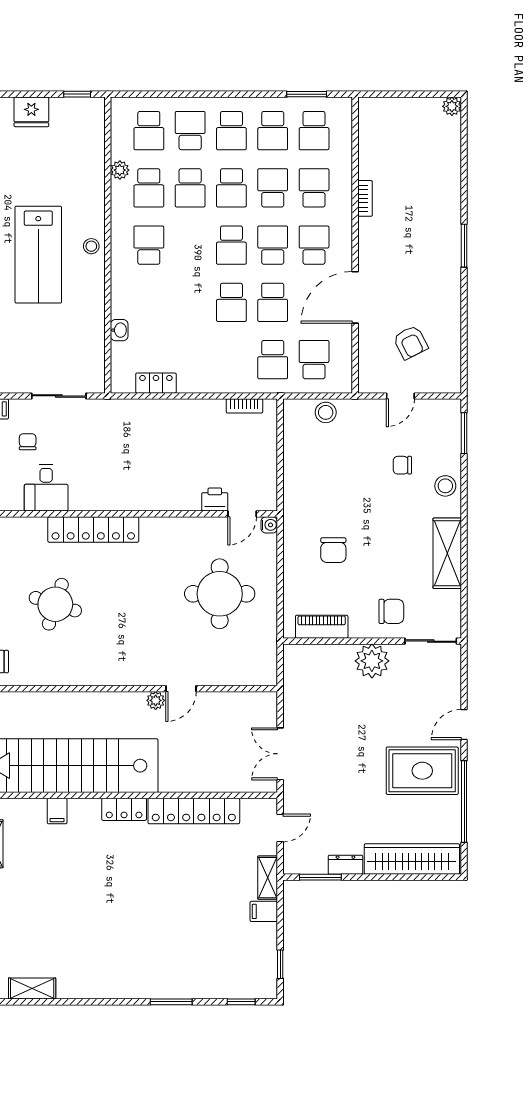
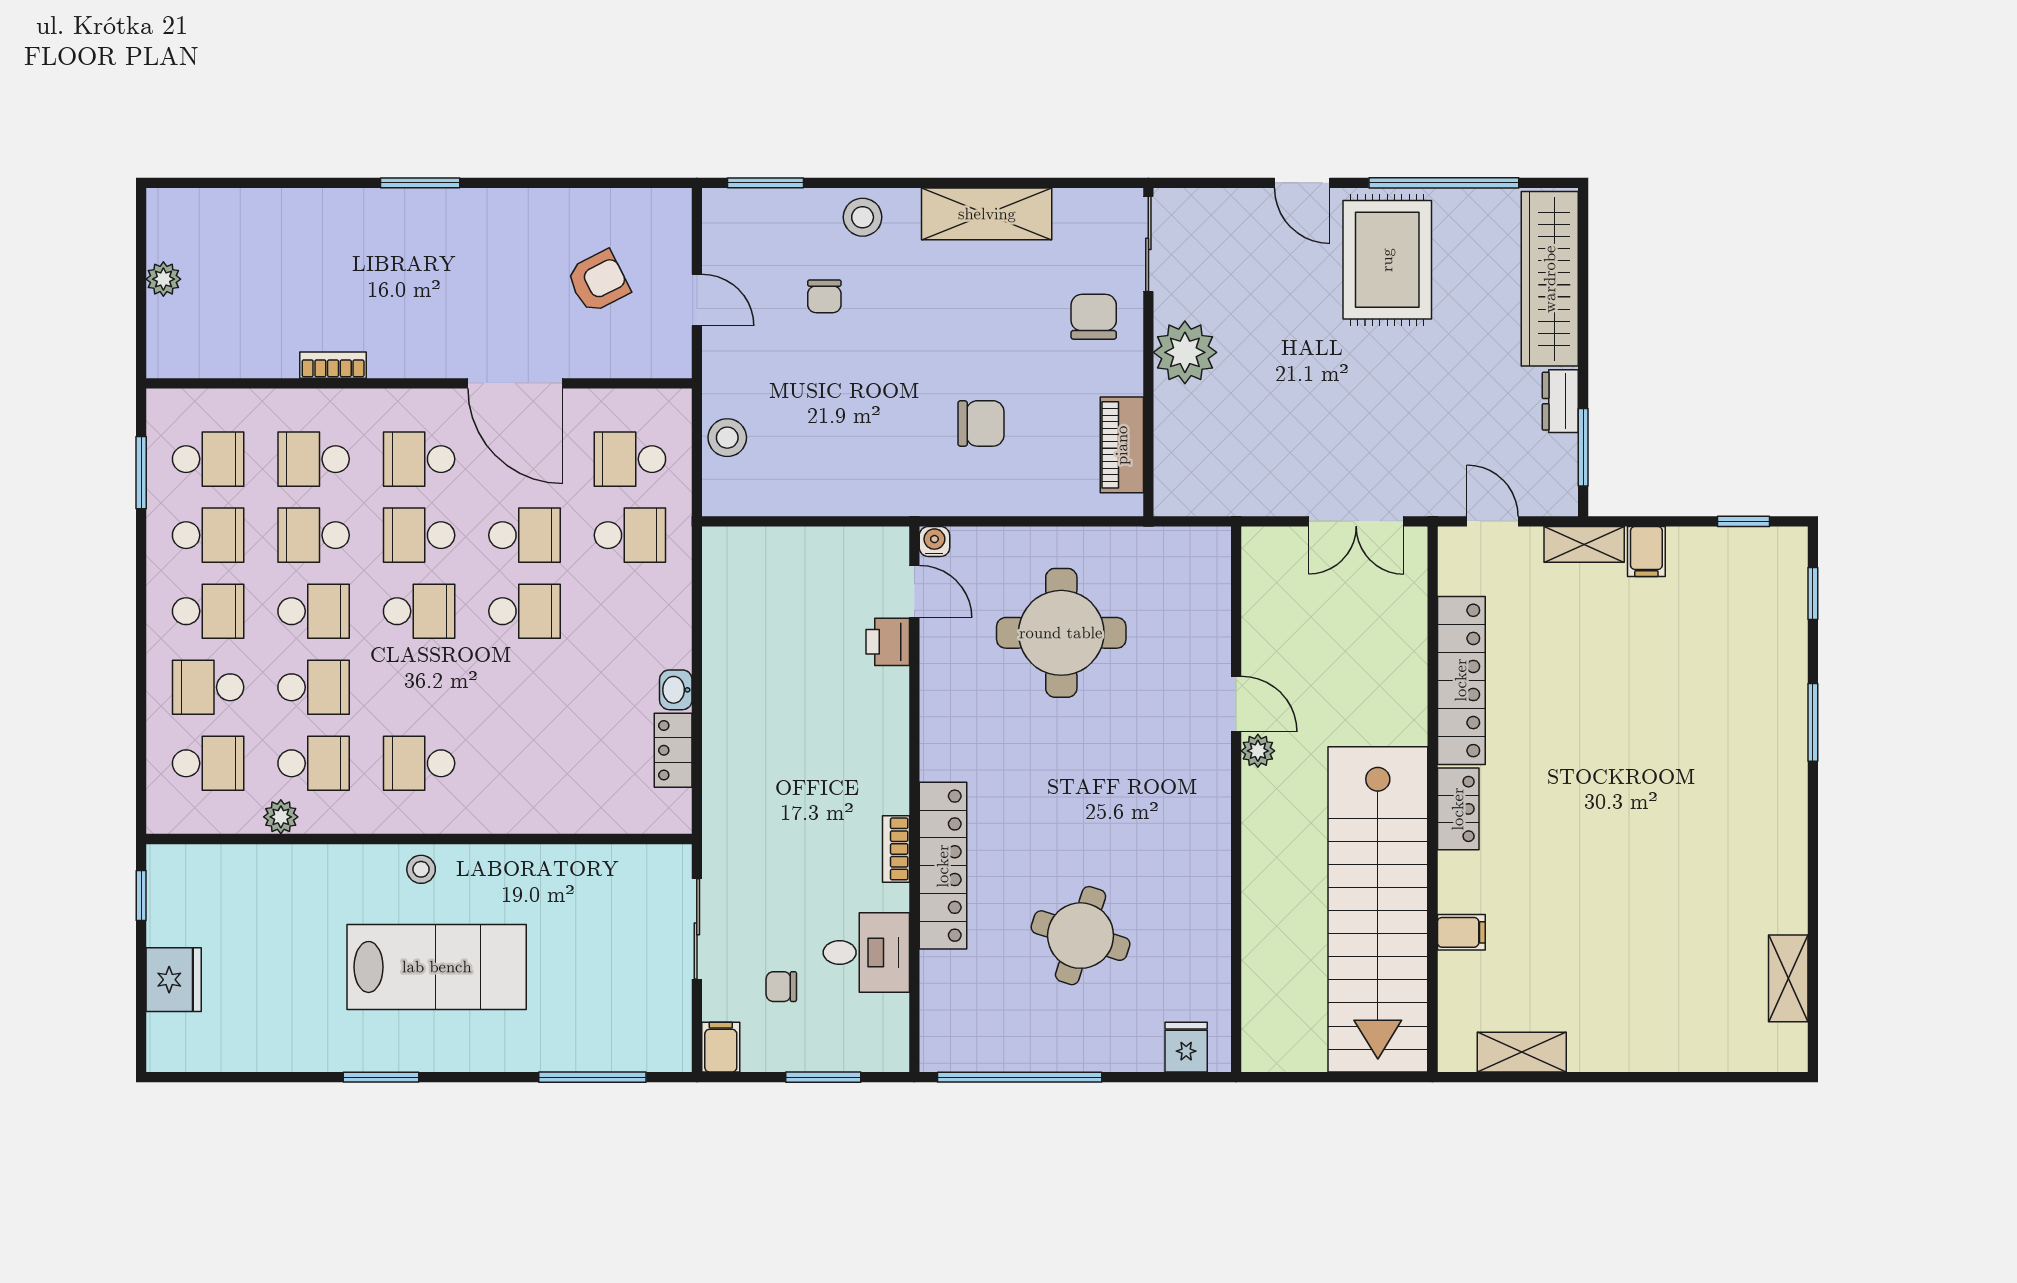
plant: (452, 106) -> (163, 279), moved
washbasin: (119, 330) -> (676, 690), moved, turned -90
bookcase: (244, 406) -> (896, 849), moved, turned 180

